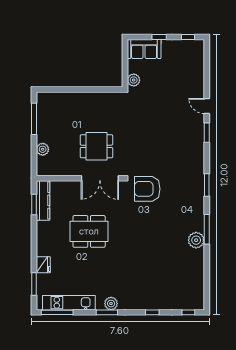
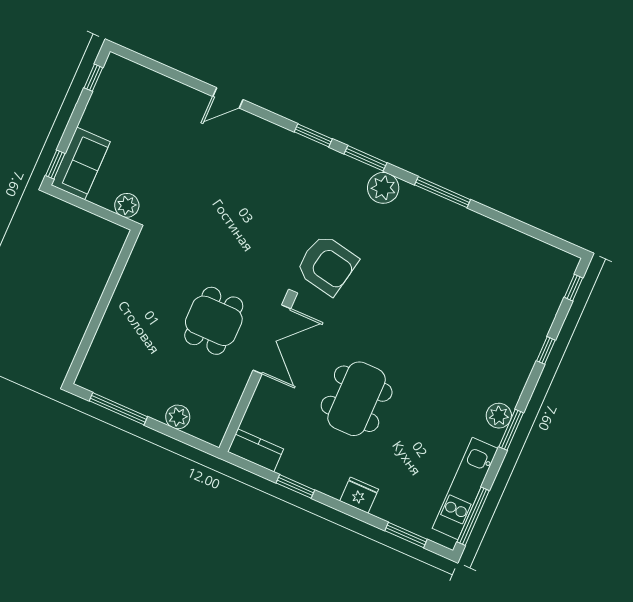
window: (159, 37) -> (55, 164), moved
window: (207, 133) -> (313, 135), moved
armchair: (147, 189) -> (327, 265), turned -79
kitchen counter: (43, 200) -> (256, 450), width x0.67
window: (34, 205) -> (295, 486), moved
plant: (196, 240) -> (383, 188), moved
fridge: (43, 265) -> (359, 495), moved

